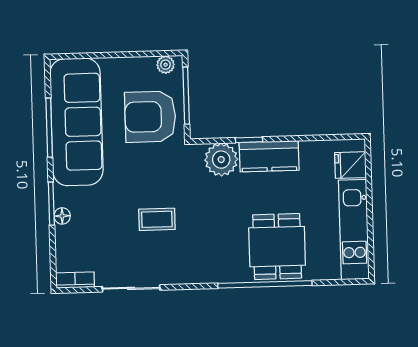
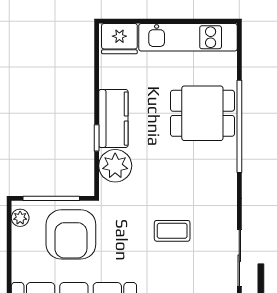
fridge: (351, 165) -> (119, 39), width x1.38
coffee table: (157, 219) -> (172, 231), turned 90

